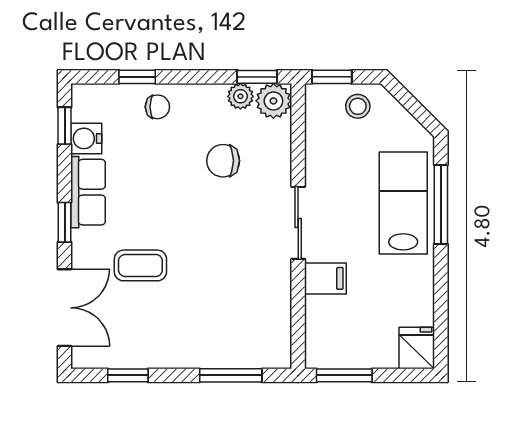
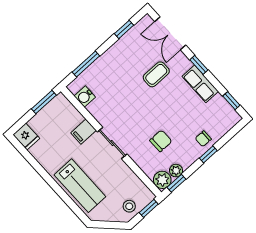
window: (137, 77) -> (208, 154), moved
water cooler: (86, 138) -> (85, 97), moved, turned 180
window: (441, 205) -> (66, 198), removed

